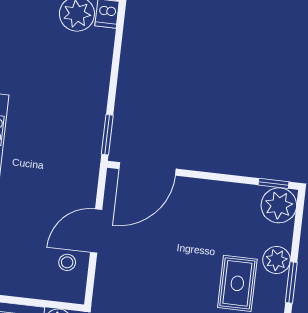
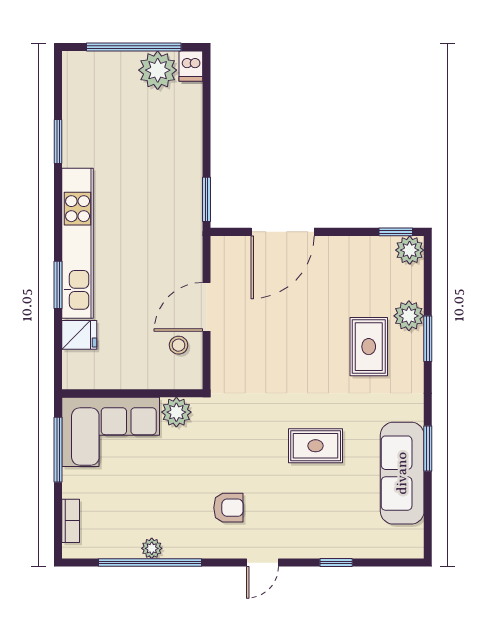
door: (147, 169) -> (283, 232), moved
plant: (279, 205) -> (410, 250), width x0.73, depth x0.73

